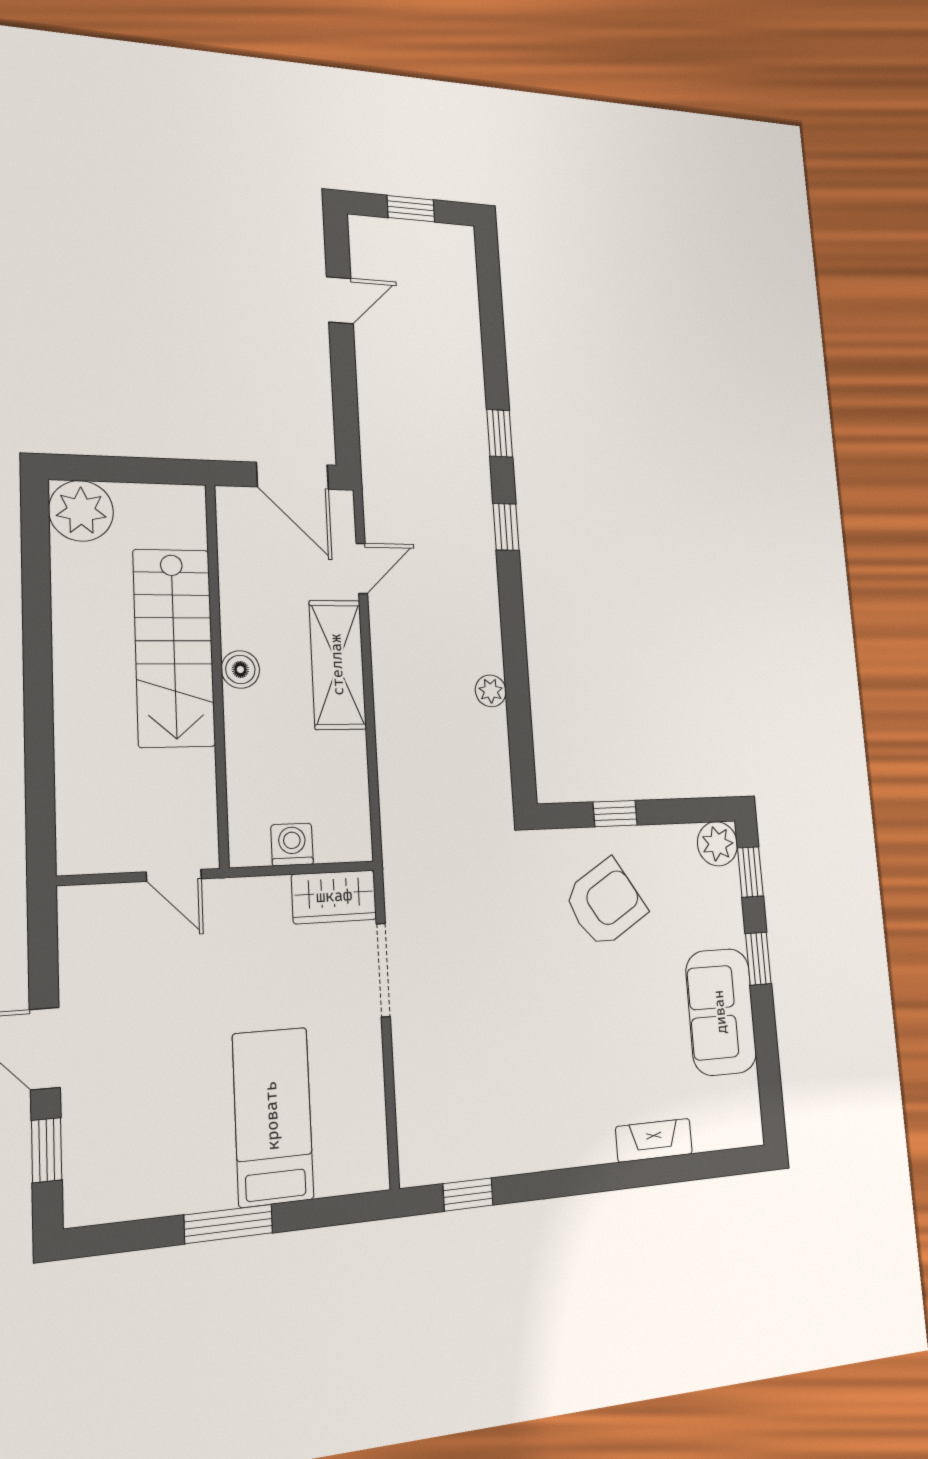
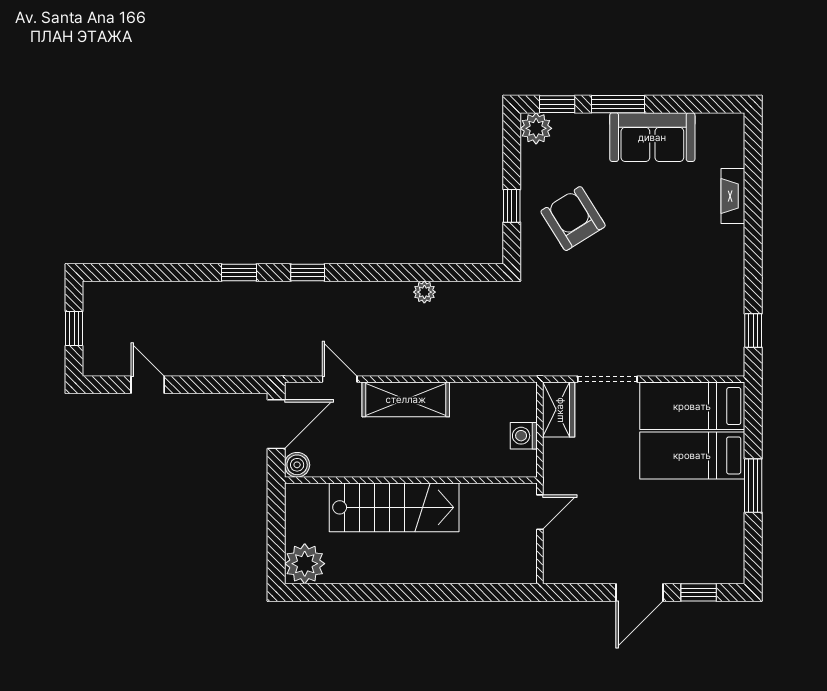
boiler: (240, 669) -> (297, 465), moved
window: (758, 959) -> (618, 104), width x1.50
bed: (350, 1109) -> (692, 406), added

